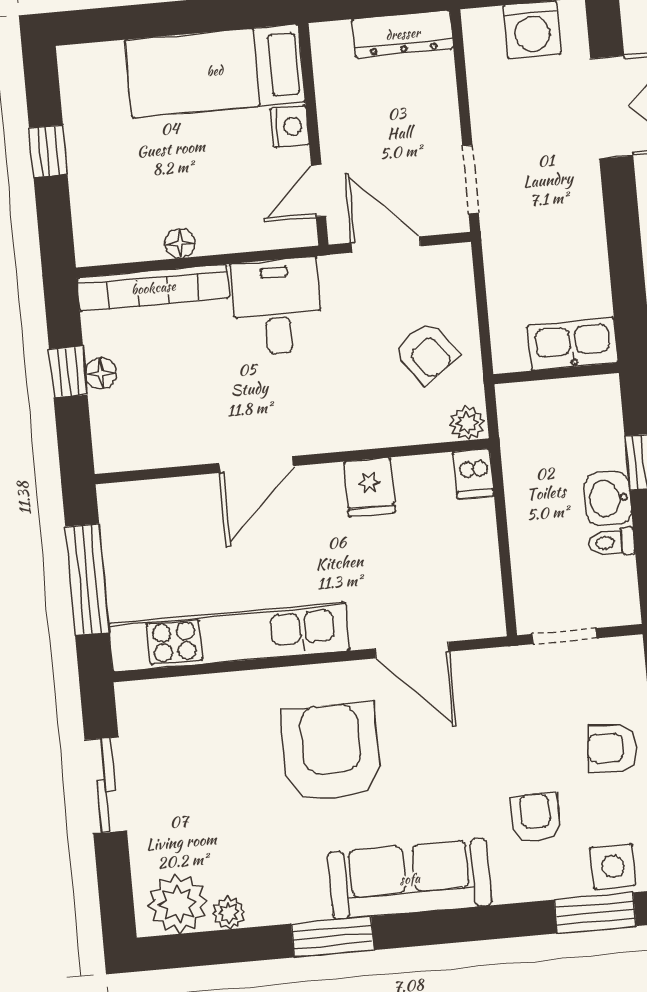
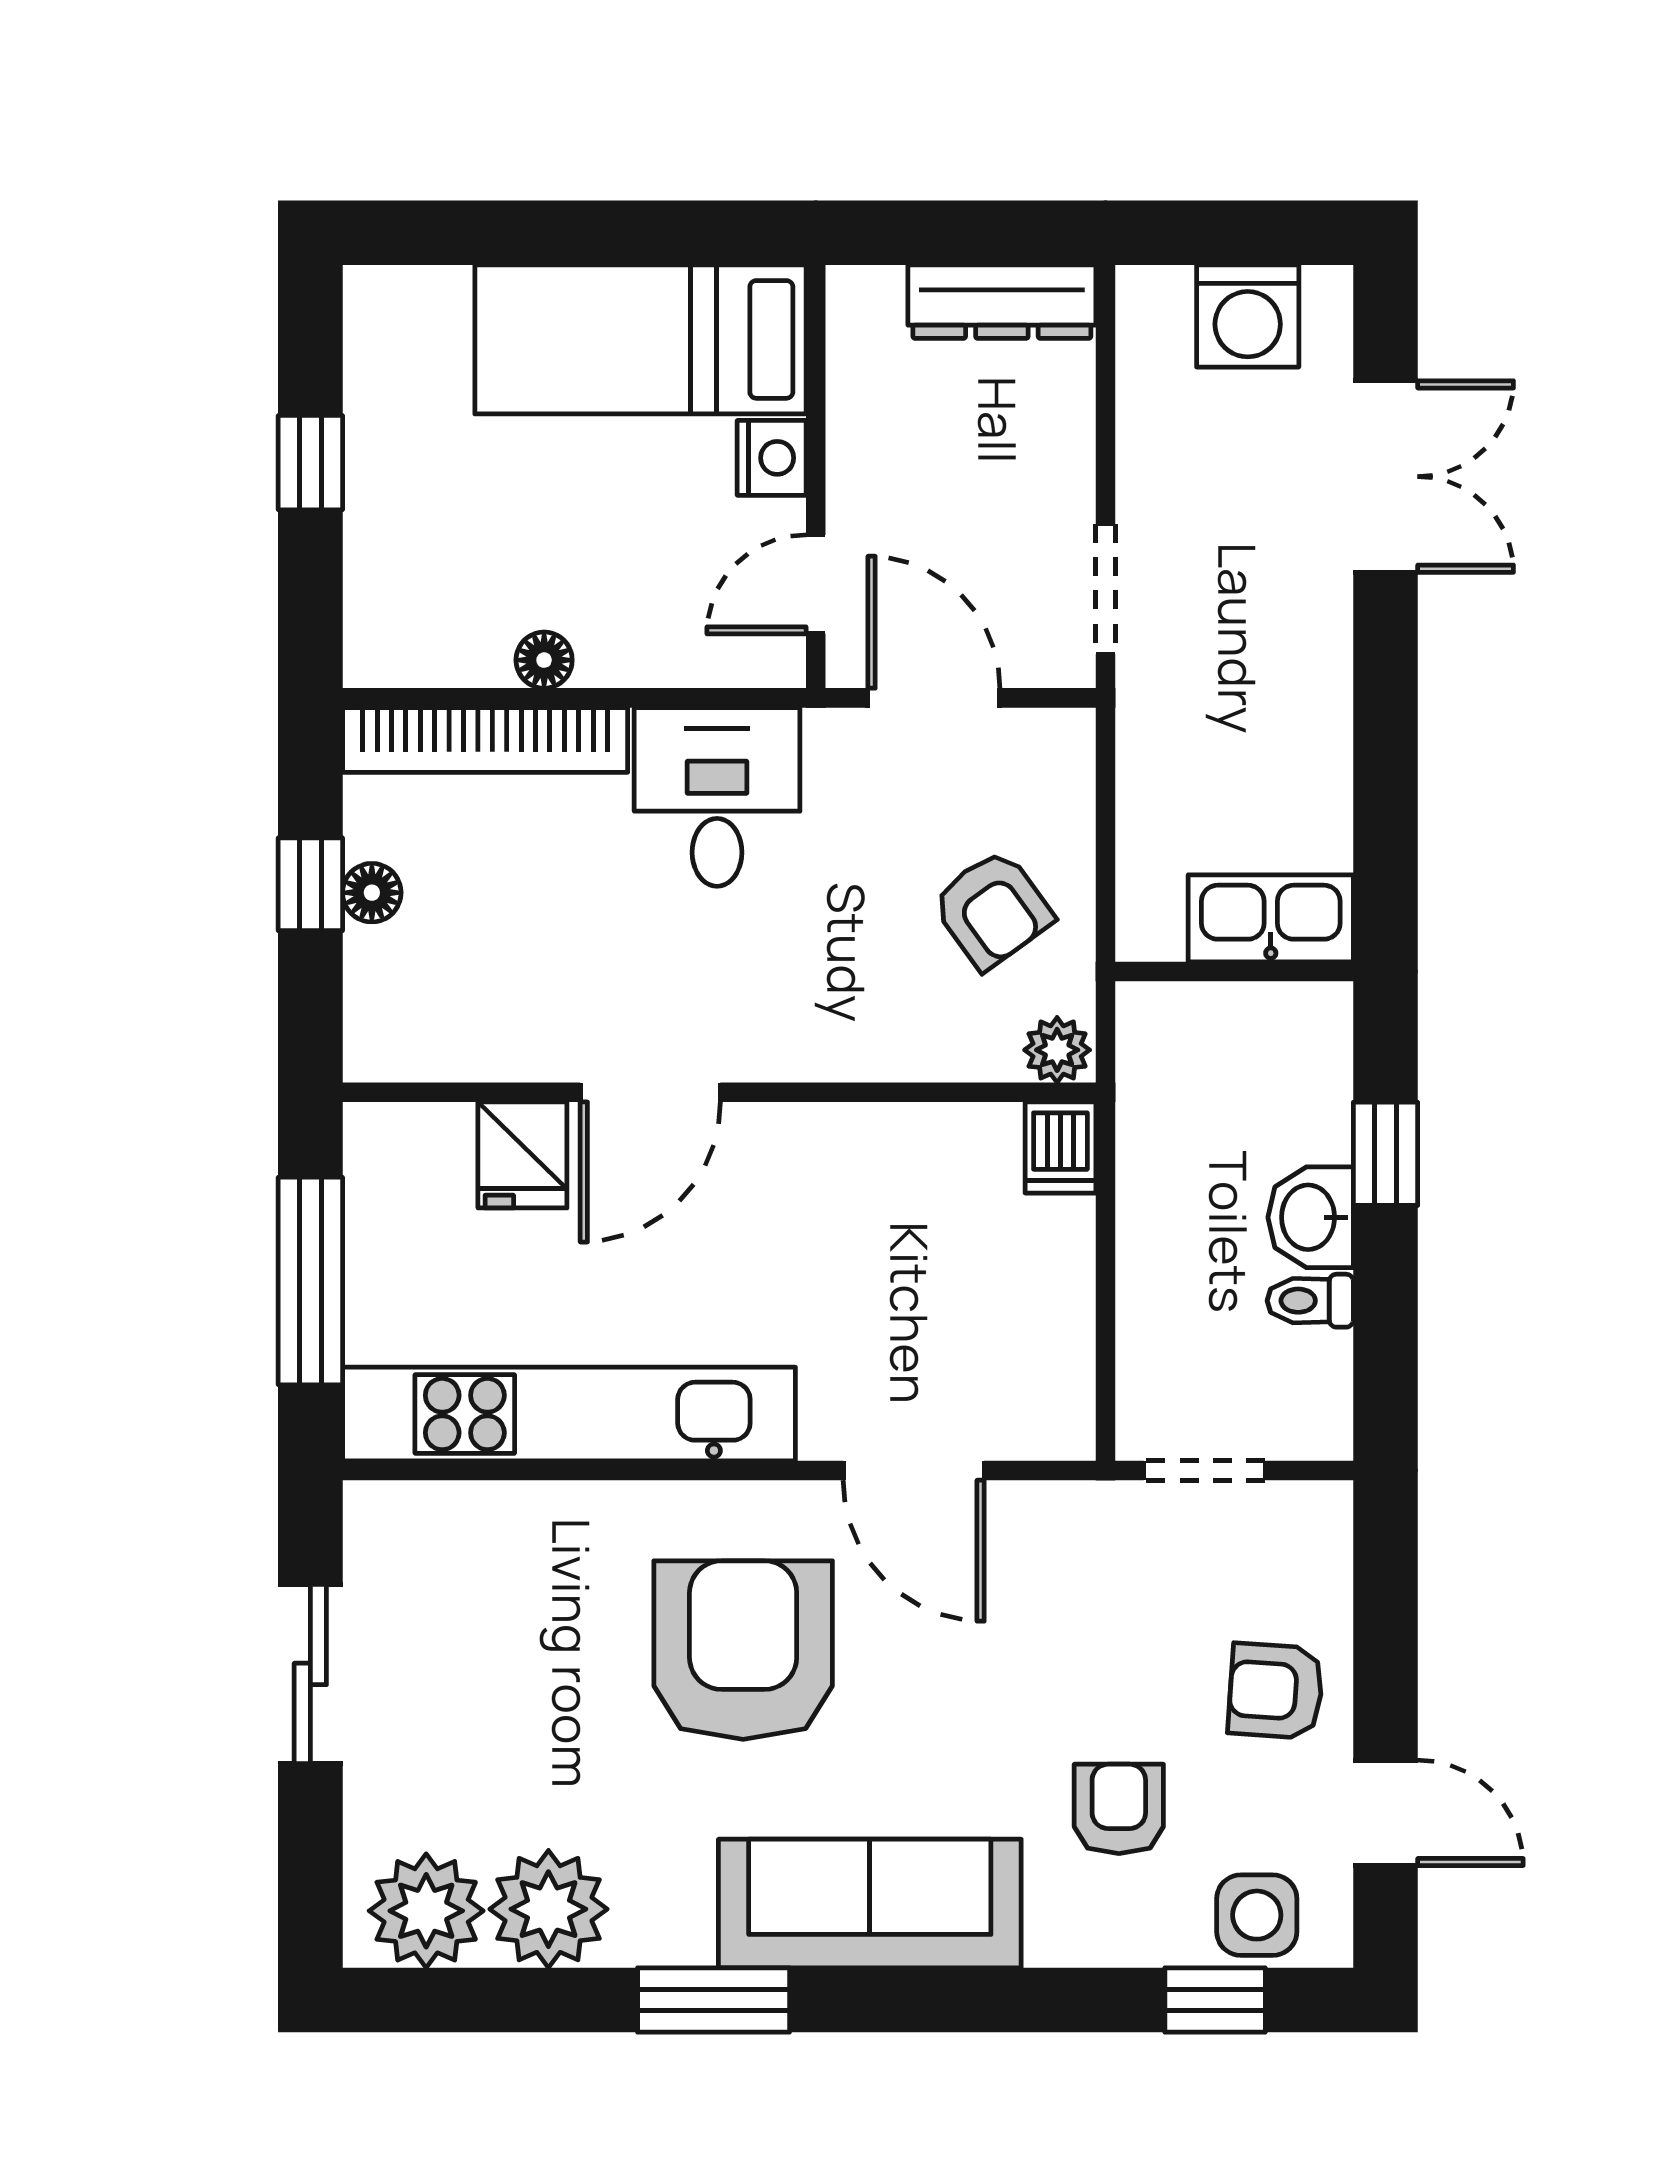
fridge: (370, 487) -> (522, 1155), moved
plant: (229, 913) -> (548, 1909), width x1.88, depth x1.88
window: (595, 913) -> (1215, 2000), width x0.67

